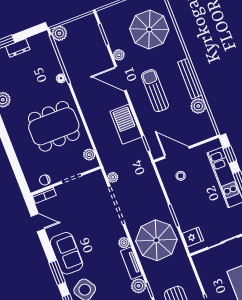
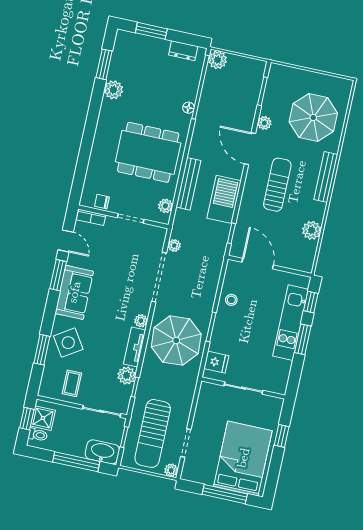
dresser: (18, 48) -> (183, 51), moved
bench: (190, 79) -> (326, 177), moved
bench: (95, 130) -> (188, 184), added
stool: (181, 176) -> (231, 300), moved
window: (57, 273) -> (58, 275), moved

